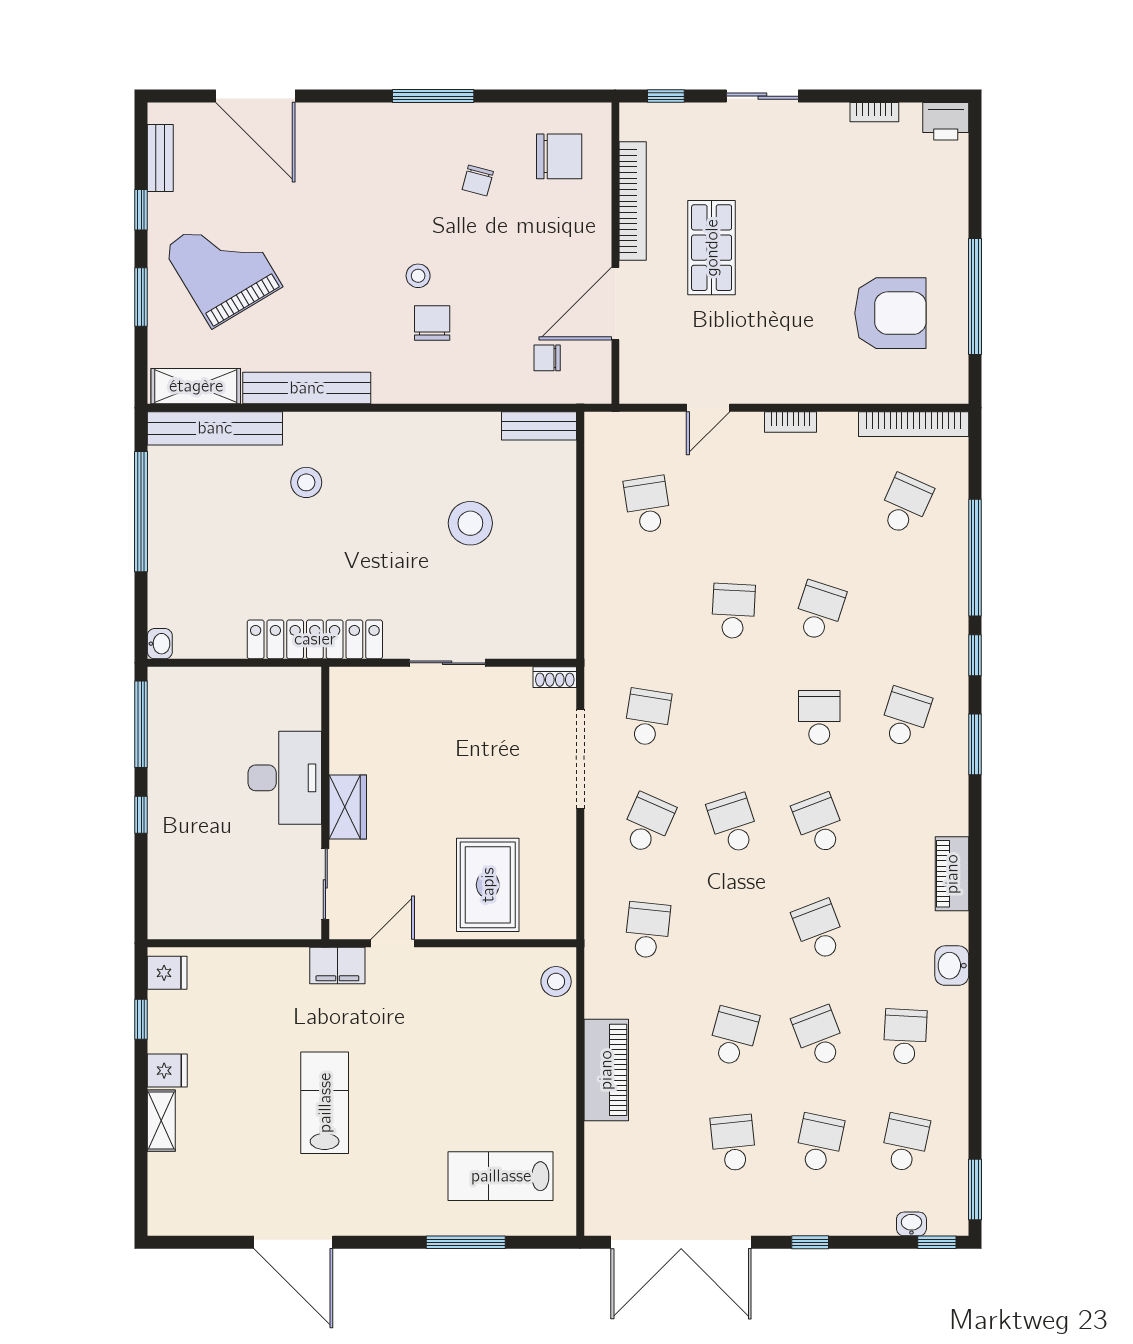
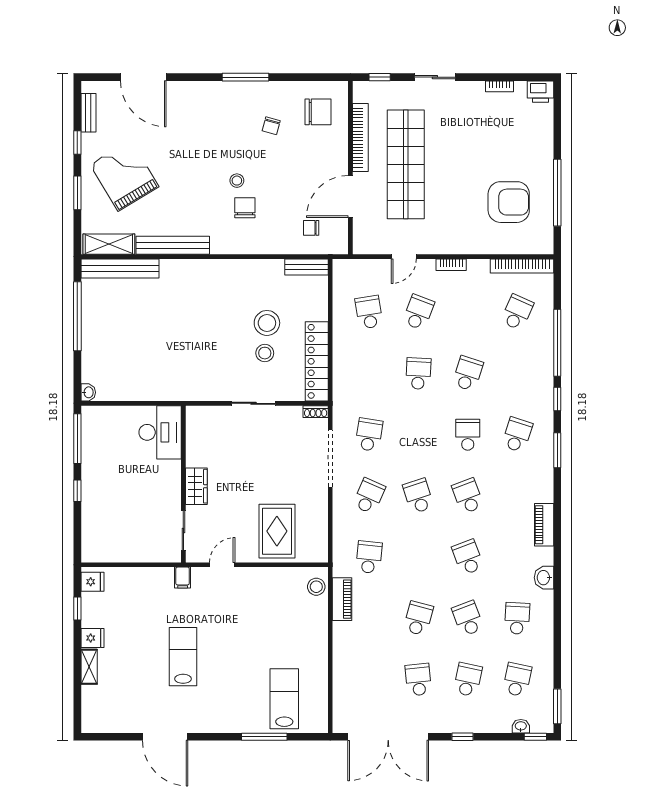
shop shelf: (712, 248) -> (406, 164), width x2.00, depth x1.36
stool: (306, 482) -> (265, 353), moved
school desk: (733, 505) -> (418, 312), added
locker: (315, 639) -> (317, 361), moved, turned -90
desk: (285, 778) -> (160, 432), moved
filing cabinet: (337, 965) -> (183, 577), width x0.50
piano: (606, 1070) -> (342, 599), moved, width x0.73, depth x0.75
lab bench: (501, 1176) -> (284, 699), turned 90

